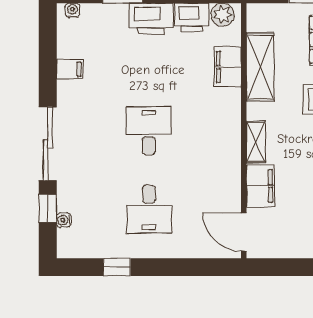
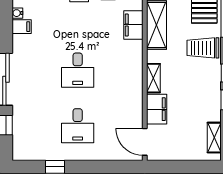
desk: (149, 131) -> (78, 70), turned 180
water cooler: (64, 220) -> (17, 13), moved

